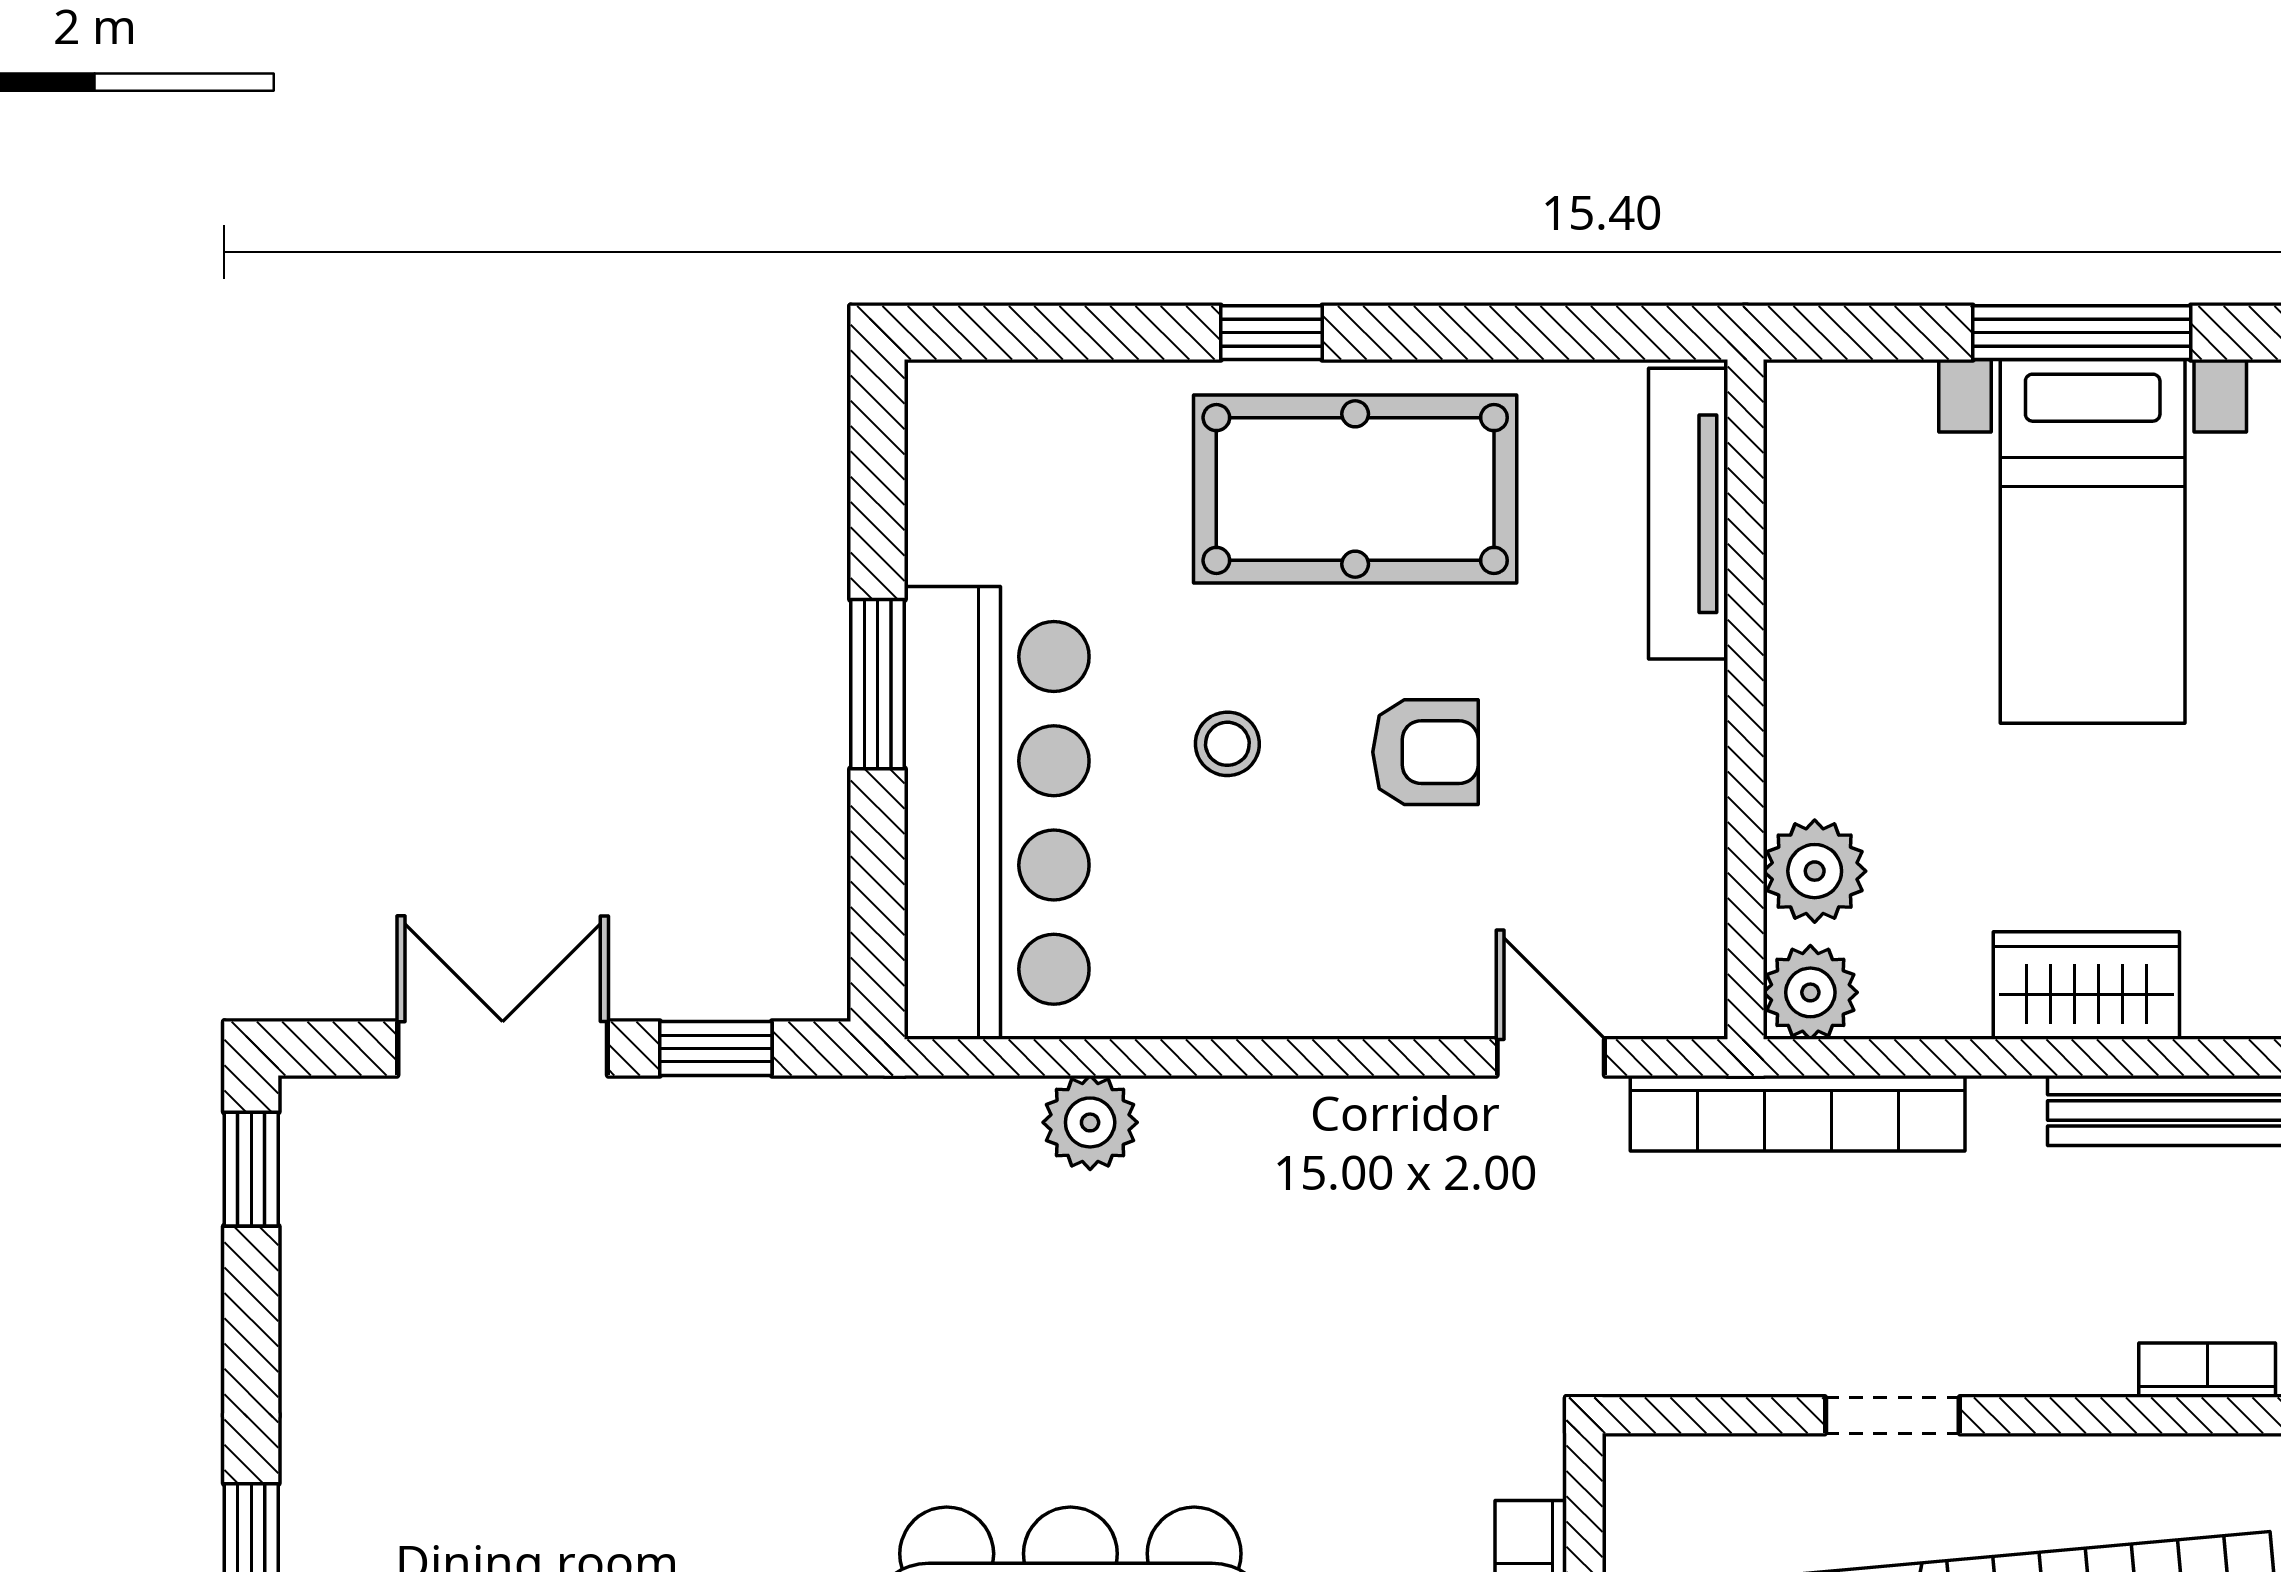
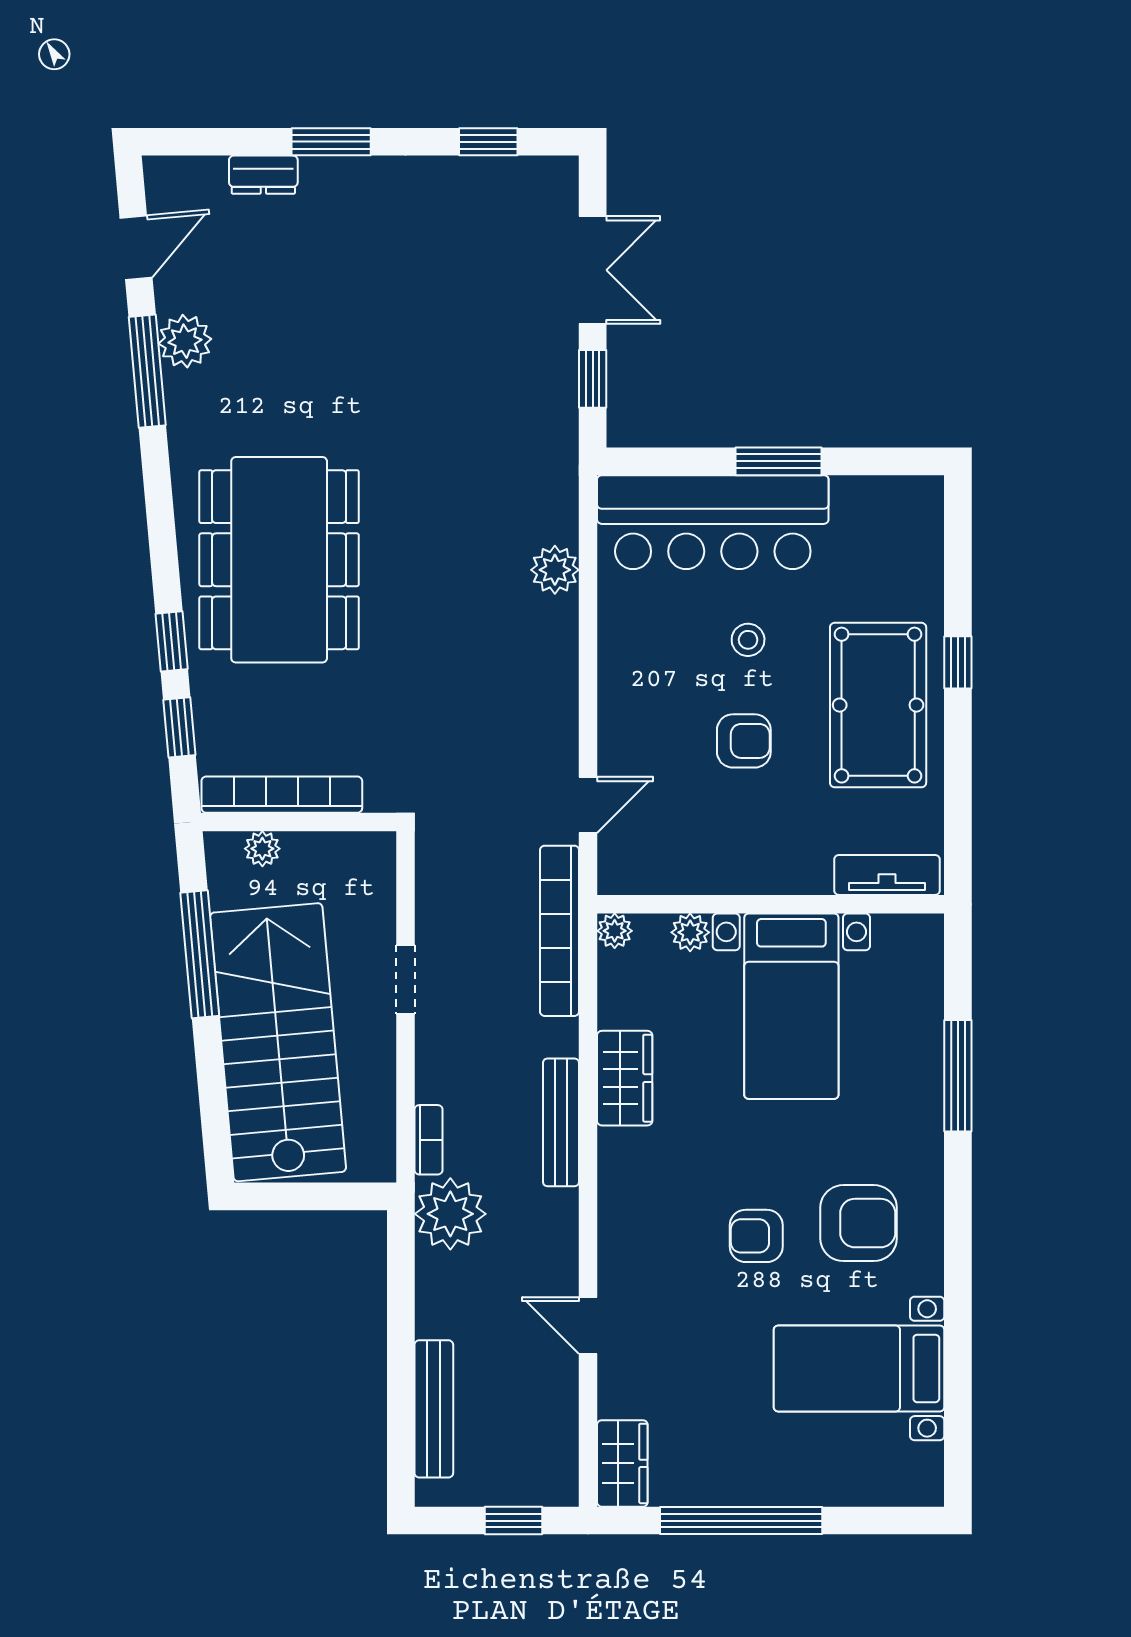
tv unit: (1688, 514) -> (887, 875), width x0.71
bed with nightstands: (2093, 541) -> (791, 1006), moved, turned -90
armchair: (1425, 752) -> (744, 741), turned -90
plant: (1815, 871) -> (690, 932), width x0.73, depth x0.73
plant: (1810, 992) -> (615, 931), width x0.73, depth x0.73
window: (251, 1169) -> (488, 142), moved

